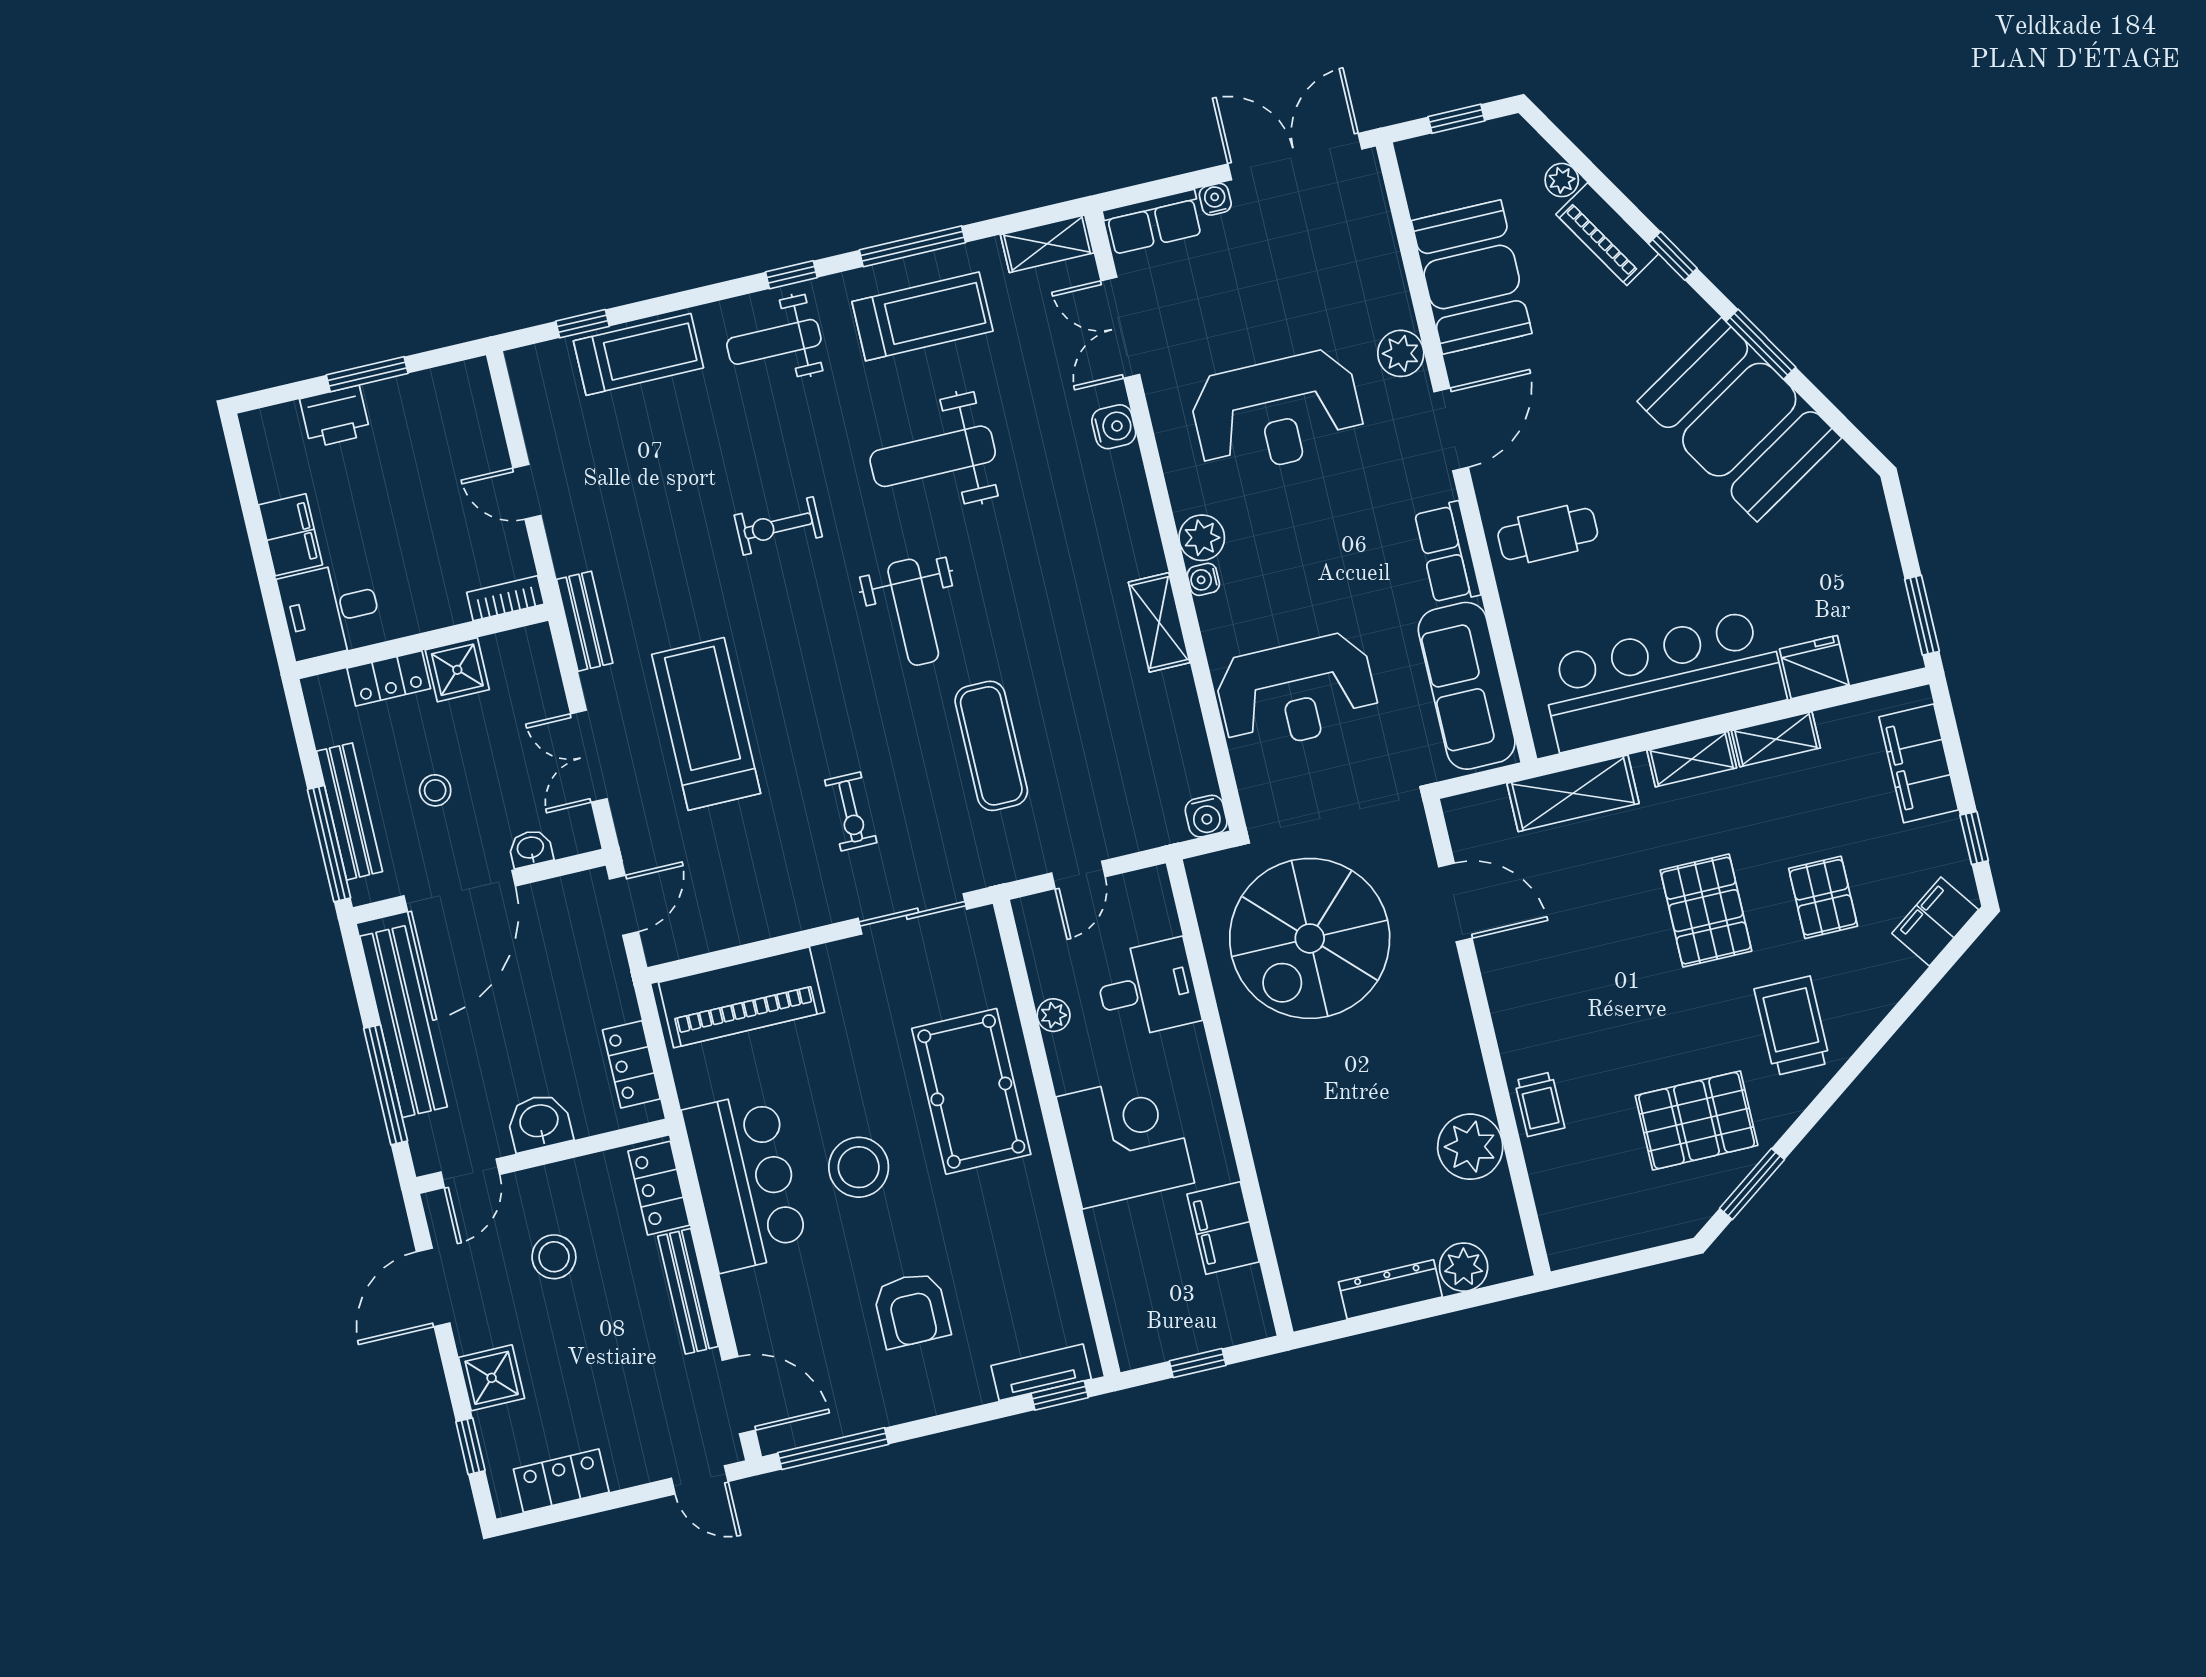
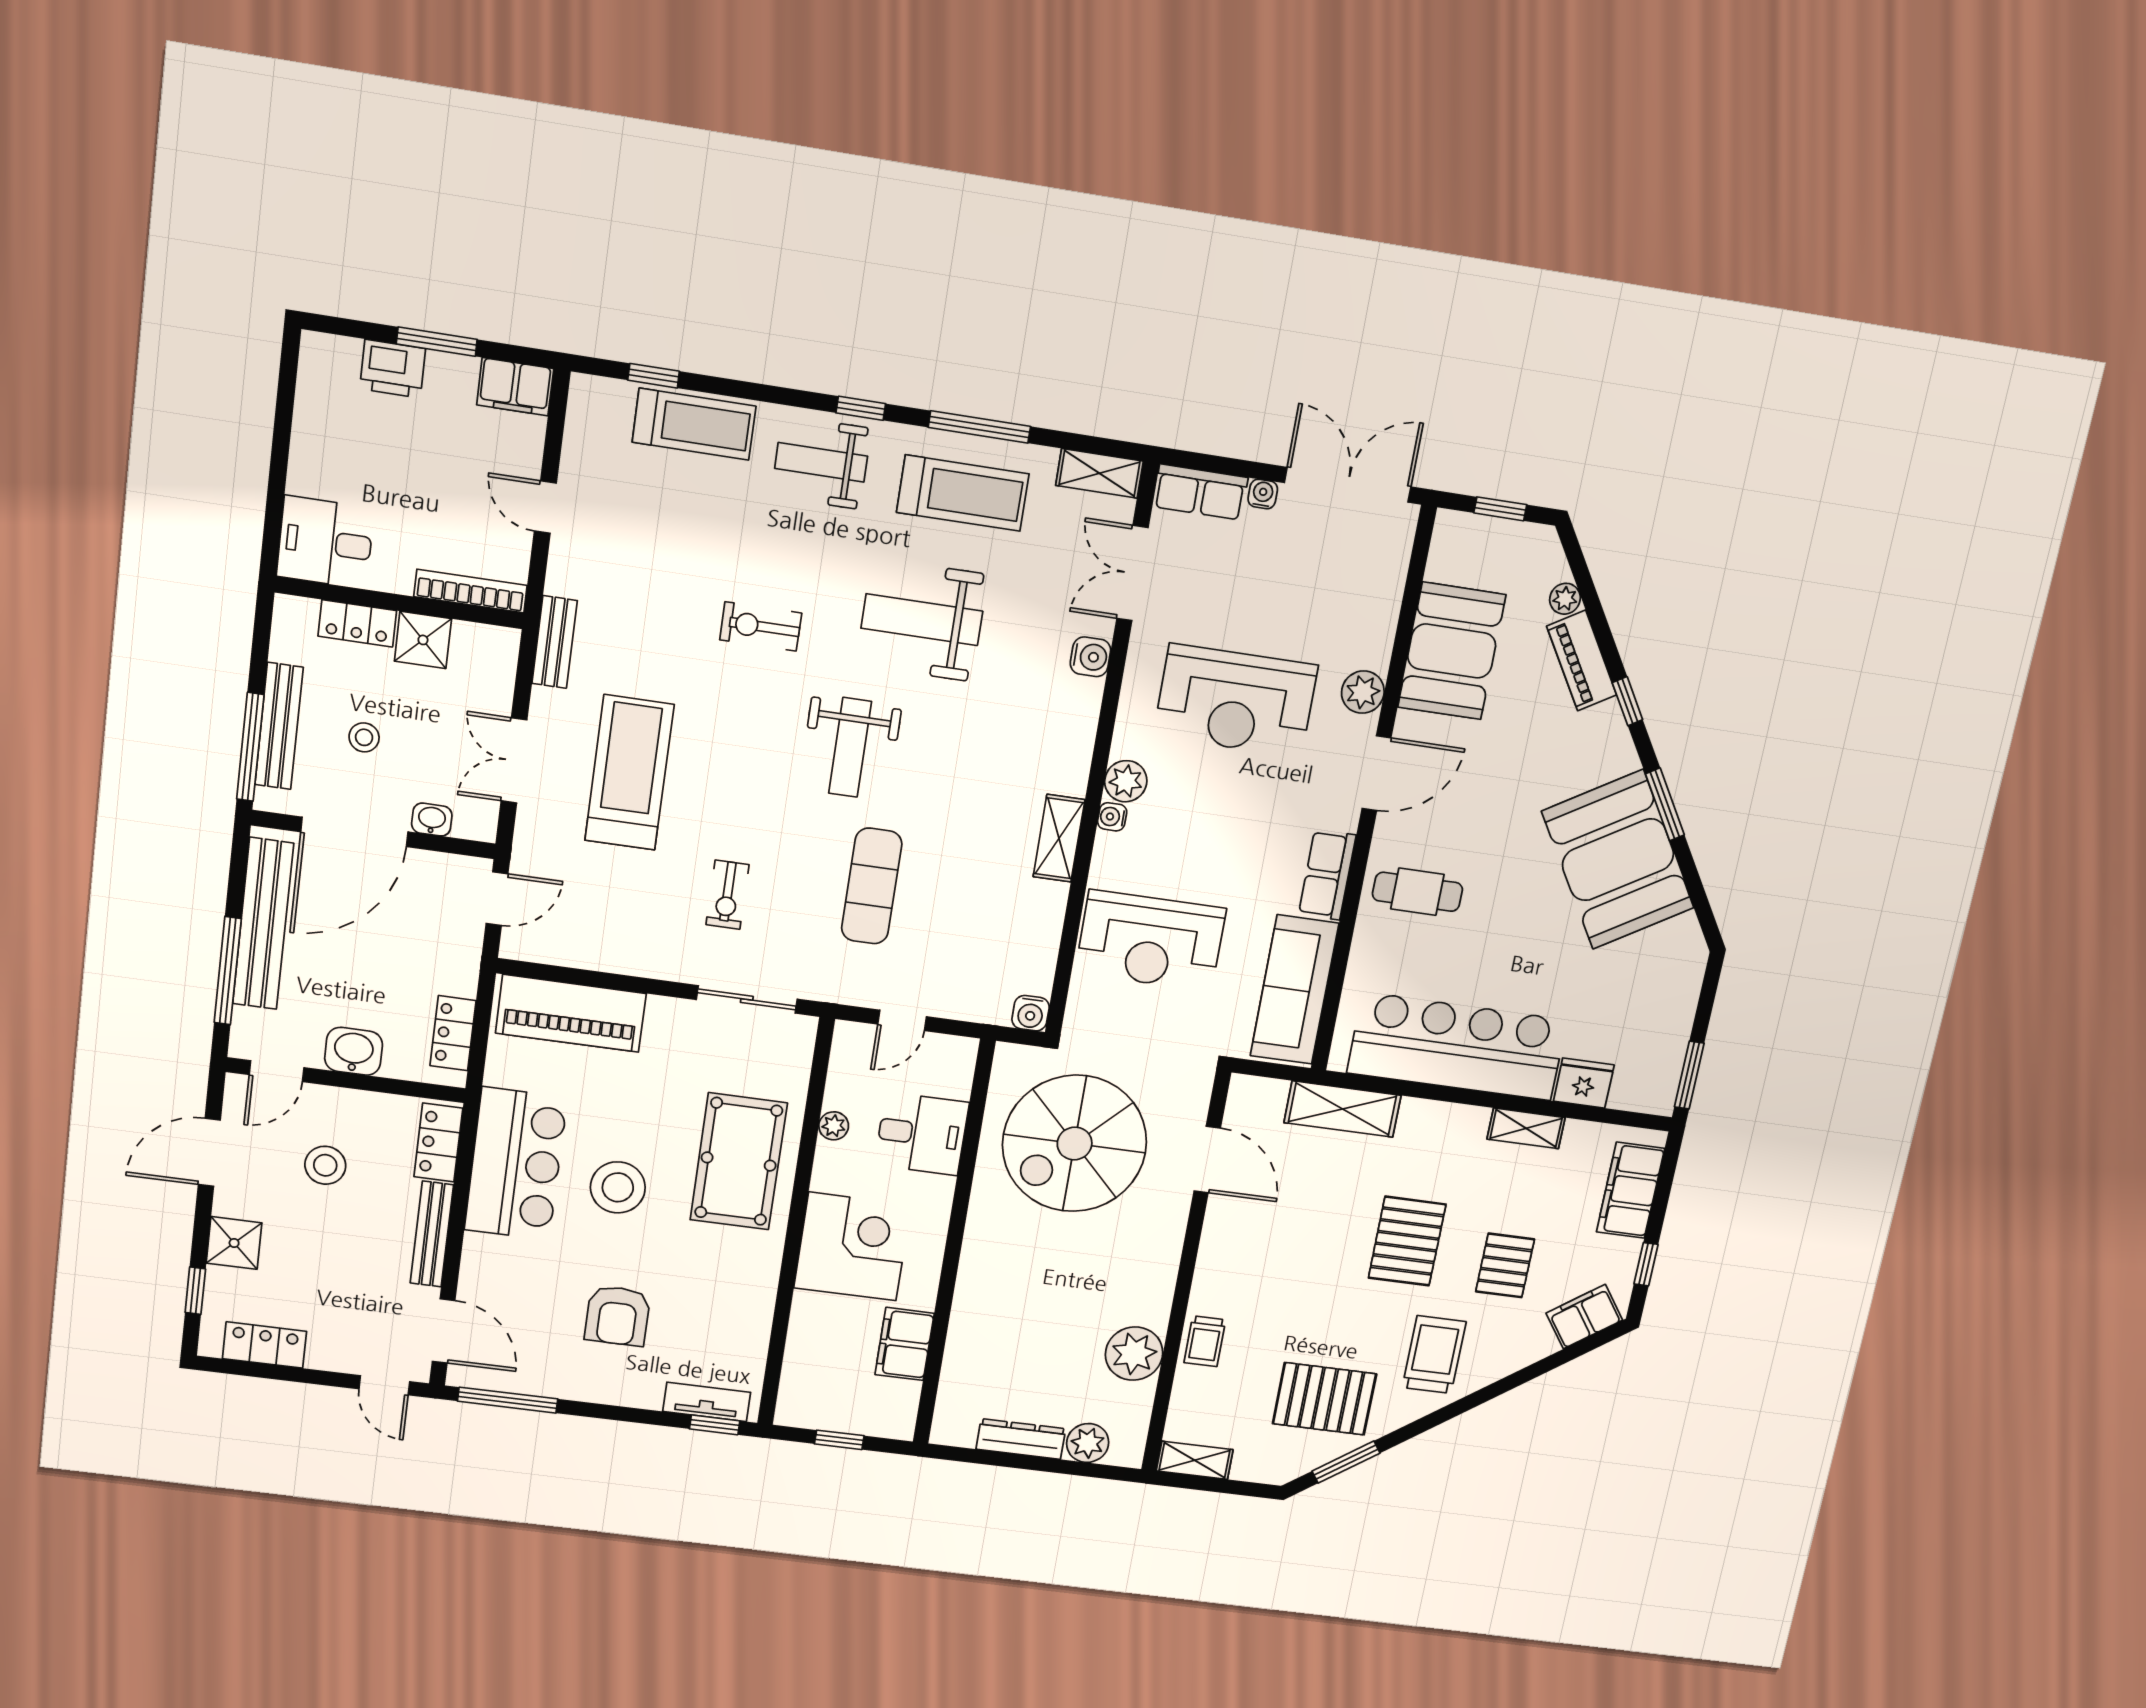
filing cabinet: (291, 535) -> (515, 387), moved, turned 90
bookcase: (505, 598) -> (470, 591), width x1.56
shelving: (1692, 759) -> (1195, 1460), moved

